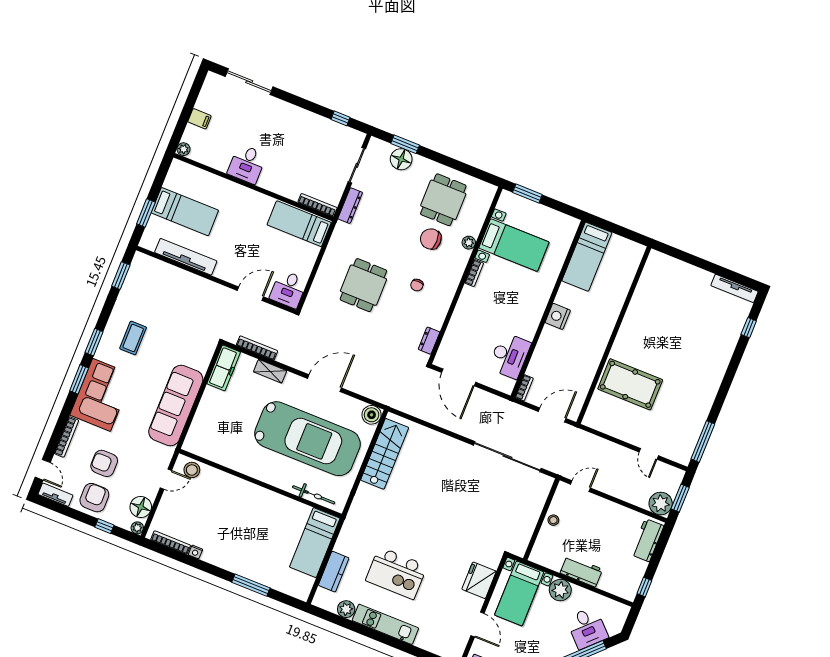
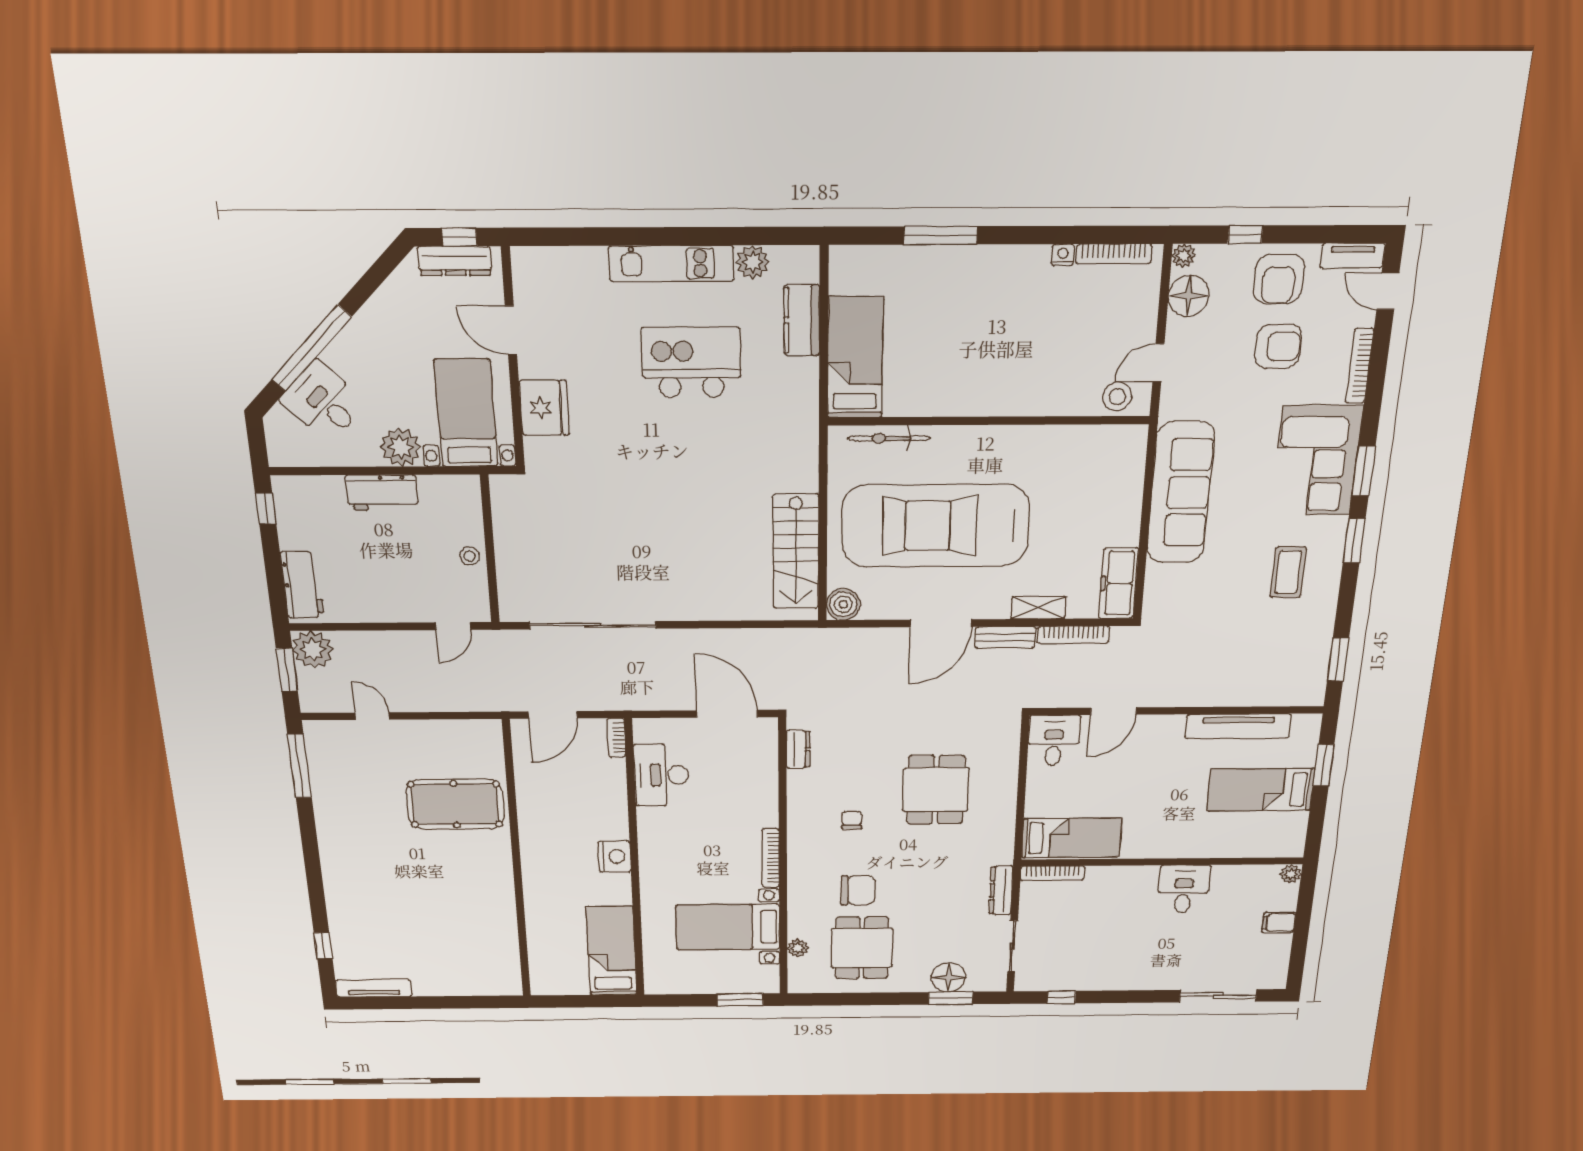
plant: (469, 243) -> (798, 948), moved
bookcase: (474, 273) -> (770, 858), width x1.56
bench: (293, 361) -> (1005, 637), added

